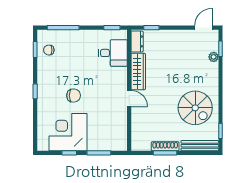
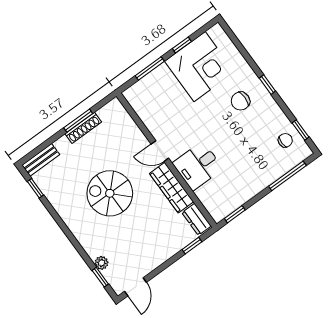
desk: (113, 53) -> (198, 166), moved
chair: (74, 96) -> (240, 101), moved
spiral stairs: (195, 108) -> (110, 193), moved
bench: (200, 146) -> (41, 160), width x0.73

